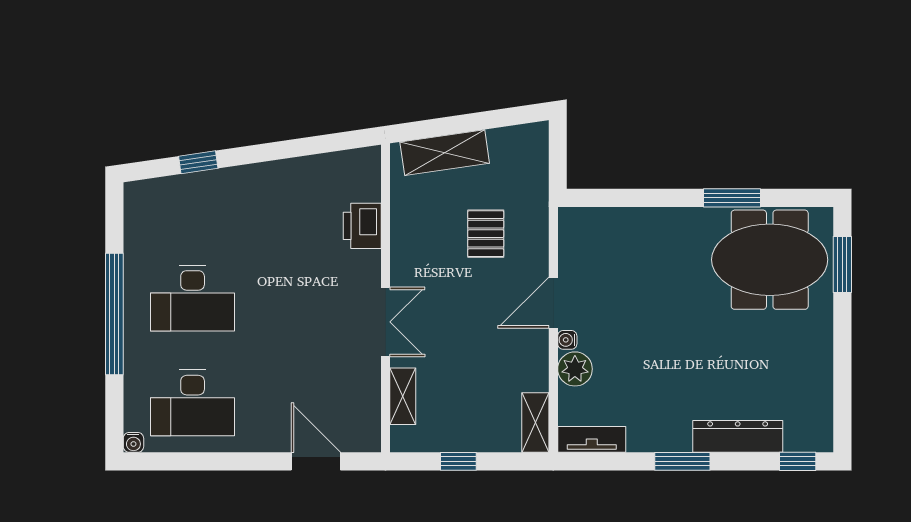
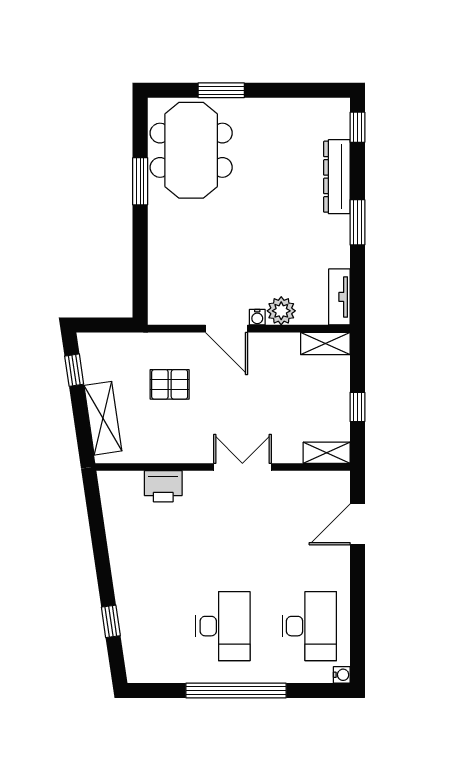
window: (503, 118) -> (74, 370), added
window: (842, 264) -> (221, 90), moved
shelving: (403, 396) -> (327, 453), moved

